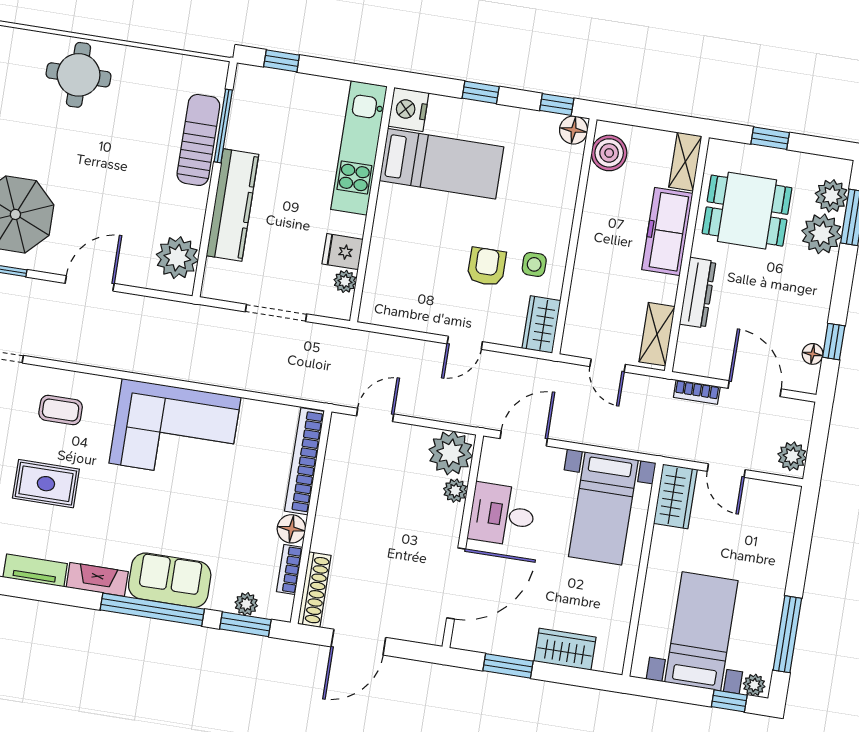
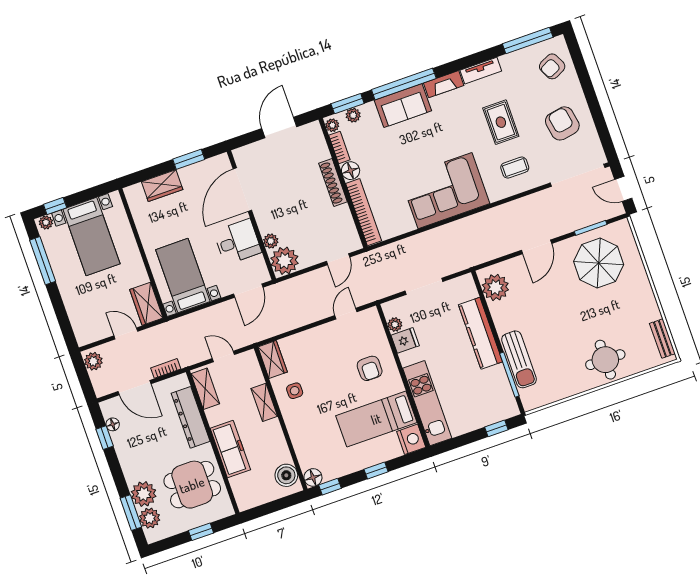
shelving: (685, 162) -> (264, 402), moved
armchair: (487, 267) -> (370, 368), moved
dresser: (698, 293) -> (191, 417), width x1.37, depth x1.24
door: (465, 343) -> (346, 314), moved
rug: (46, 484) -> (501, 122), turned 90
shoe rack: (314, 590) -> (333, 182), moved
plant: (283, 606) -> (332, 125), added

